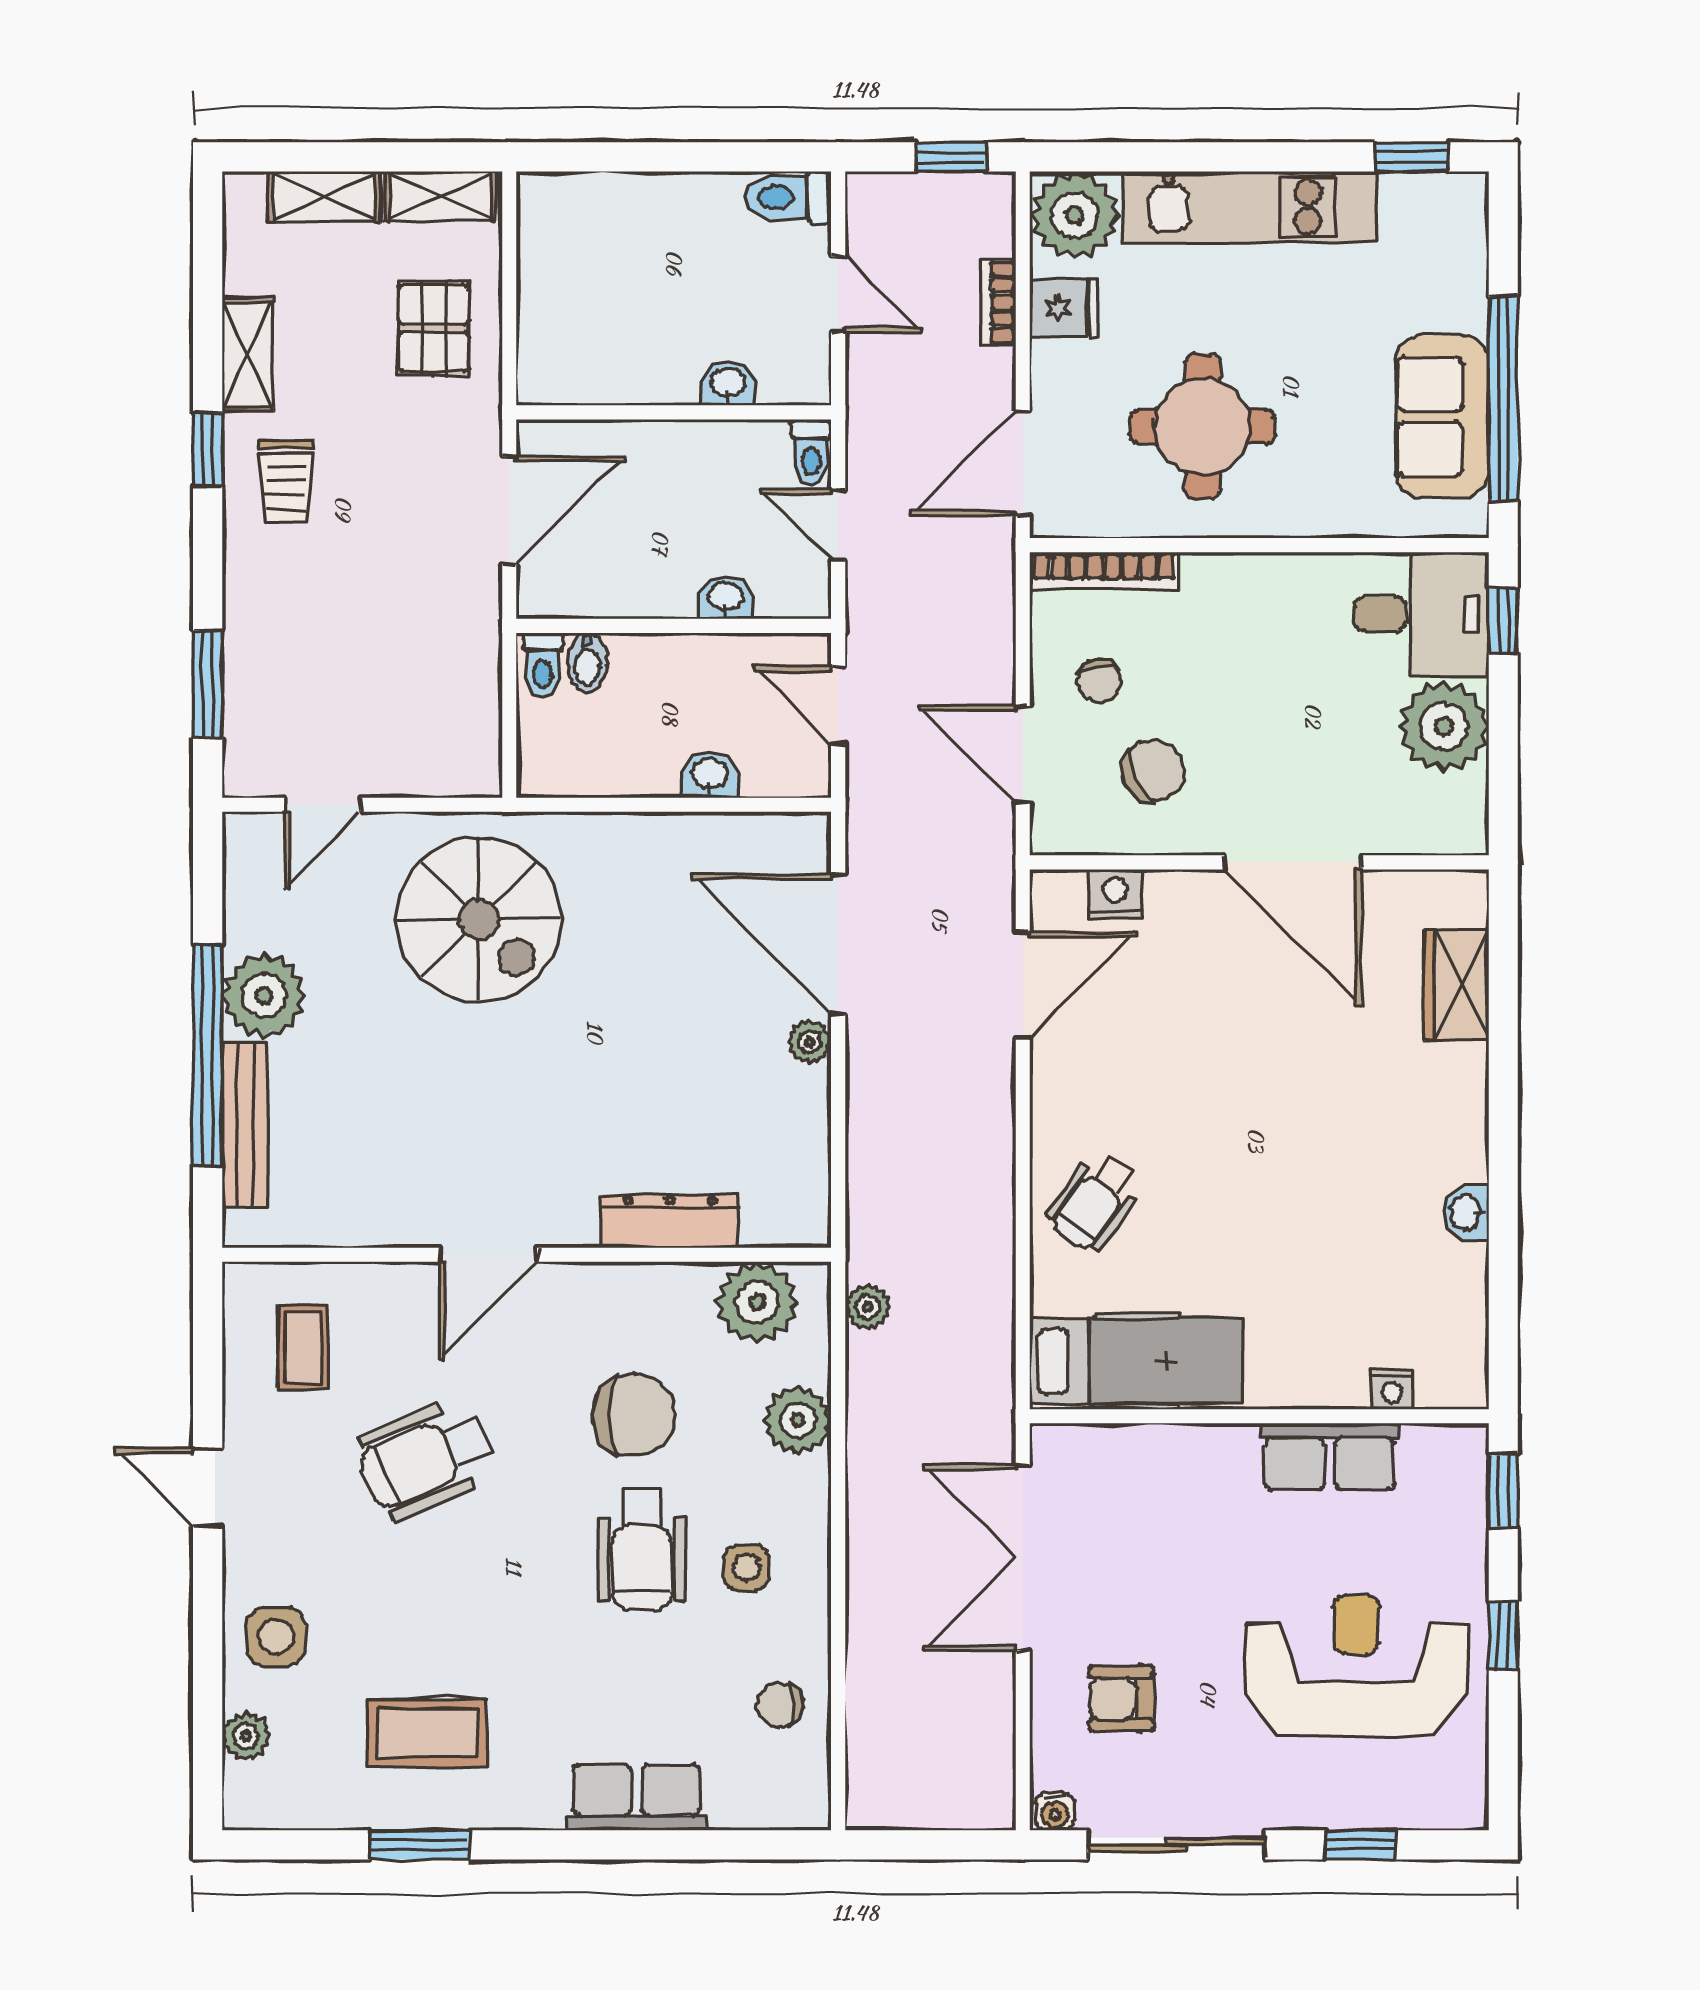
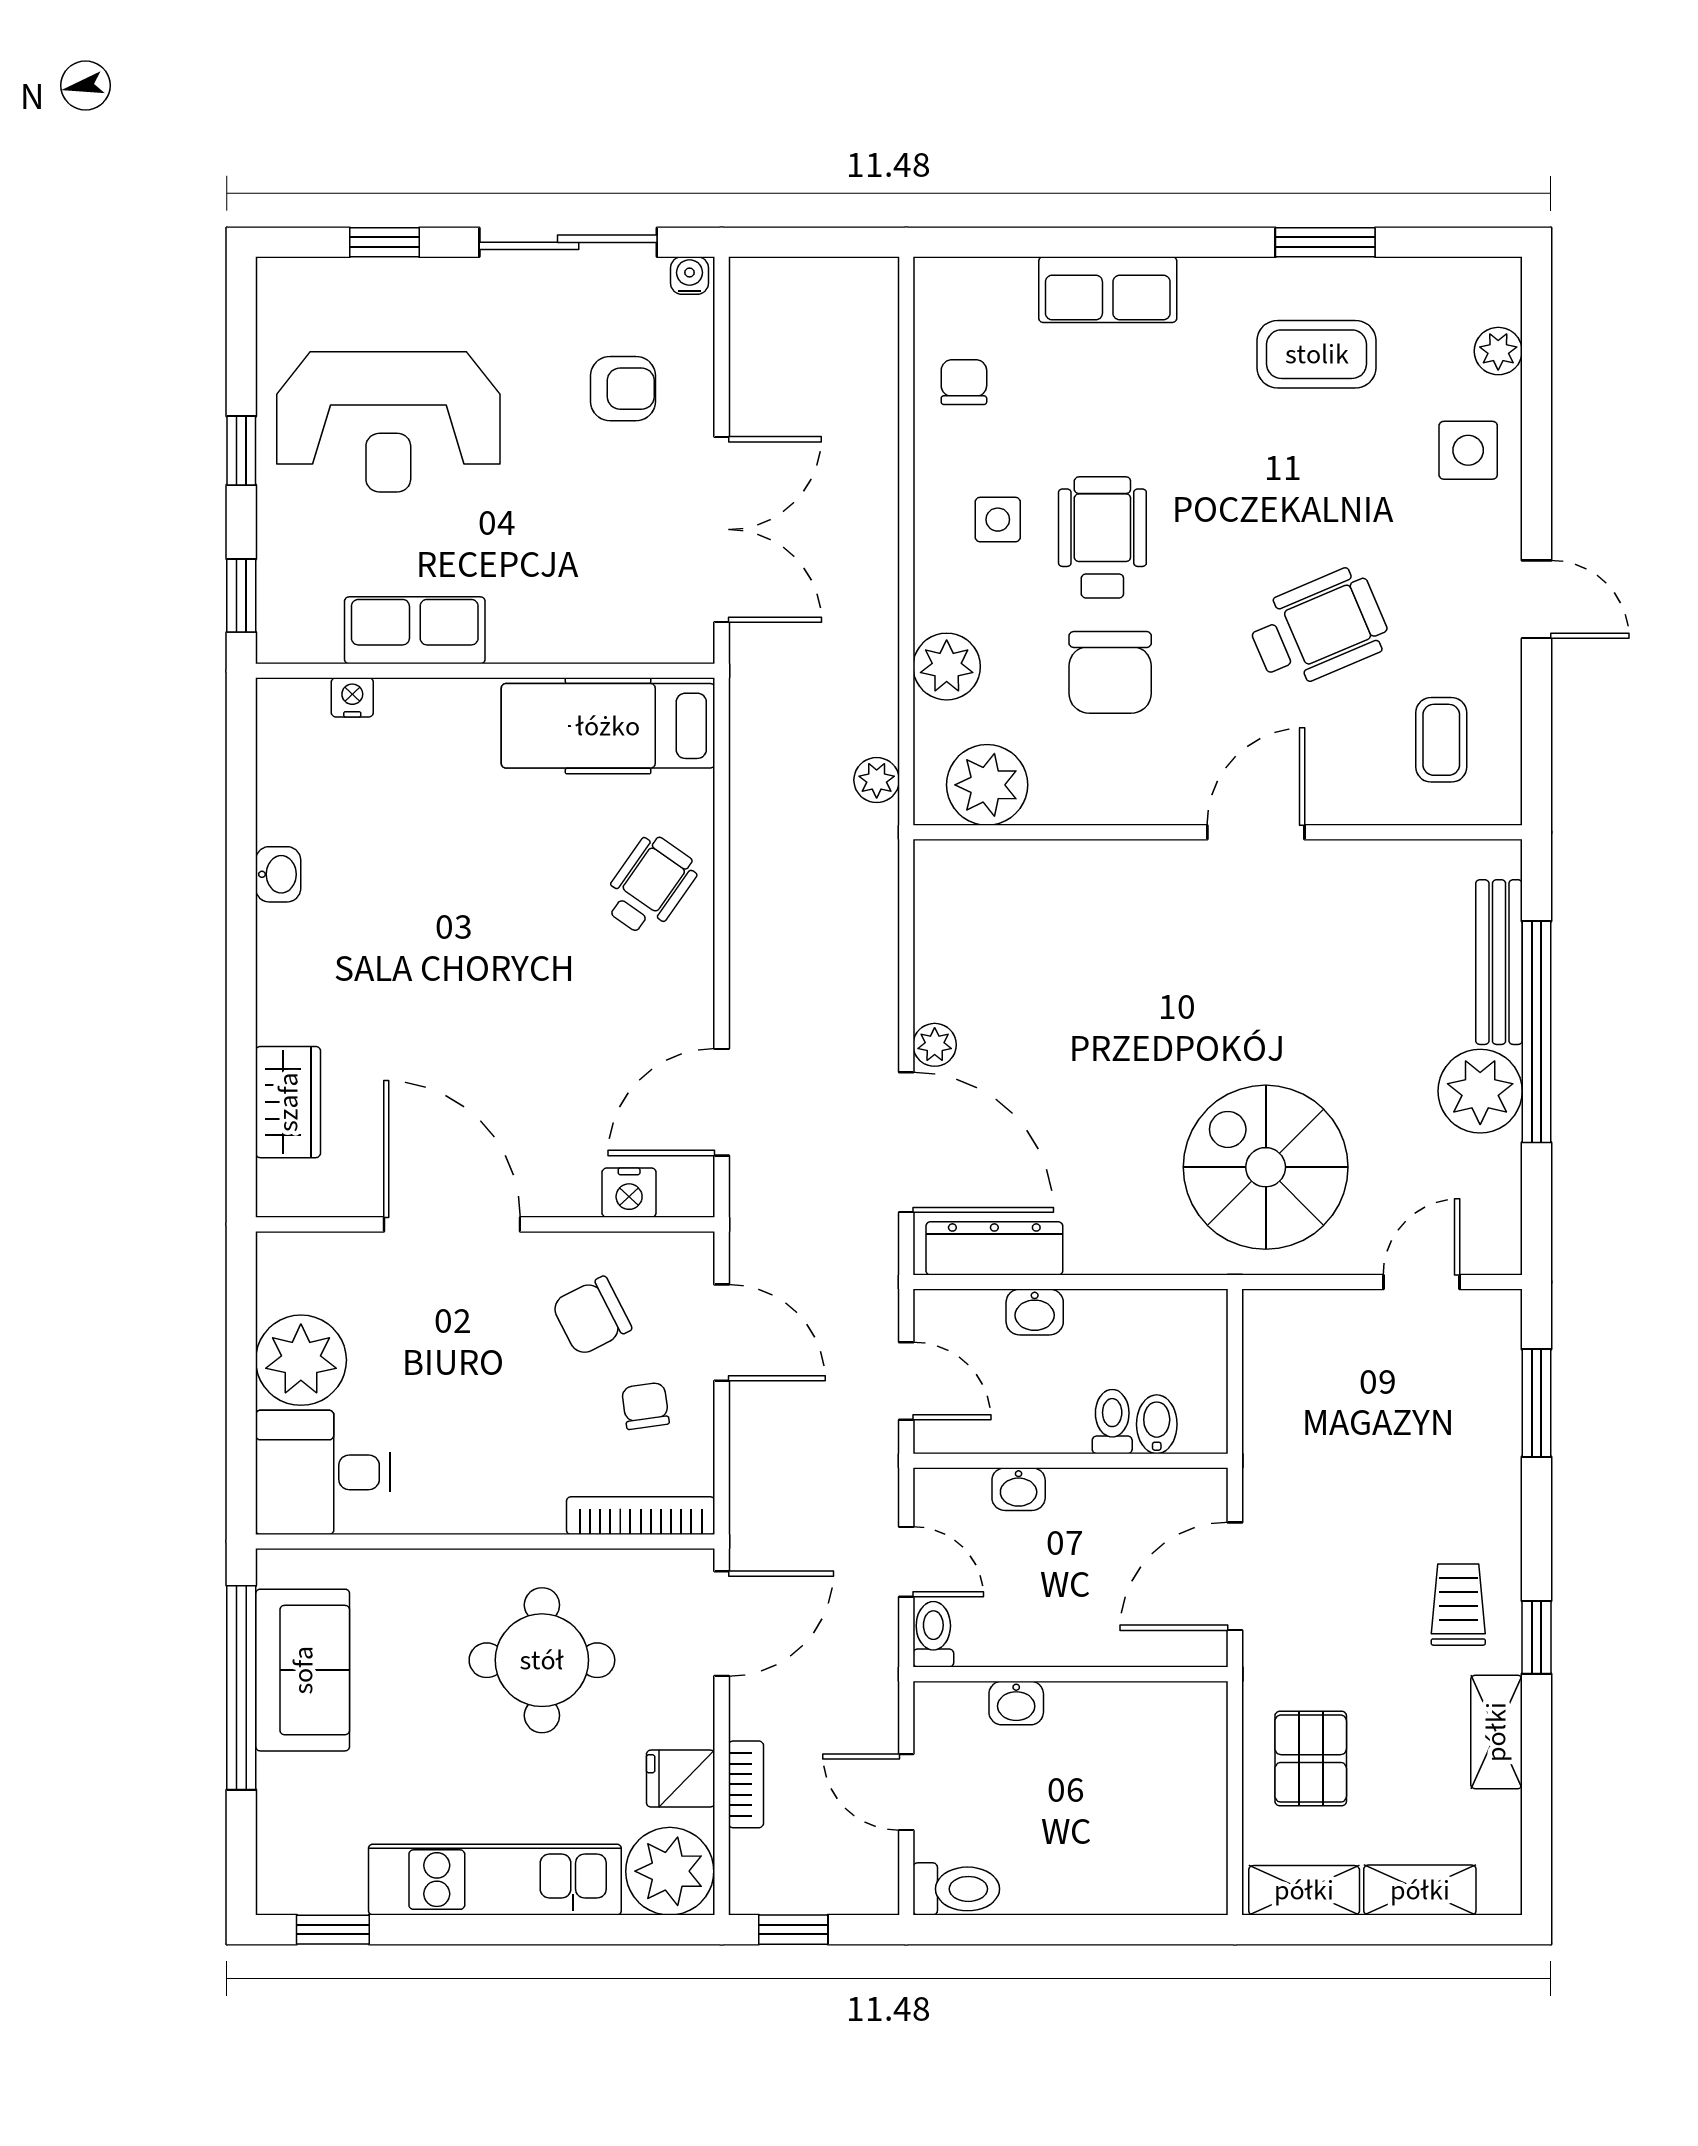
window: (1503, 621) -> (241, 1466), removed
toilet: (543, 665) -> (1112, 1422), moved
dresser: (670, 1221) -> (994, 1248), moved, turned 180
chair: (634, 1415) -> (1110, 672), turned -90
chair: (780, 1705) -> (964, 382), turned -90

